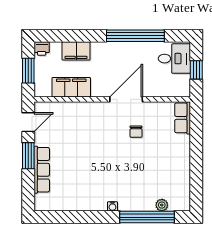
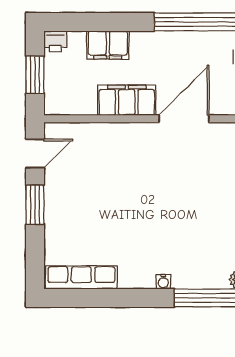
filing cabinet: (71, 87) -> (127, 100), moved
chair: (136, 132) -> (199, 168), removed
row of seats: (42, 170) -> (81, 277), moved, turned -90

